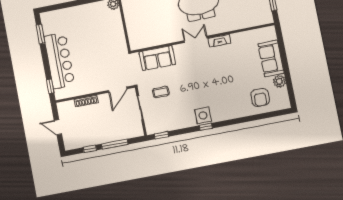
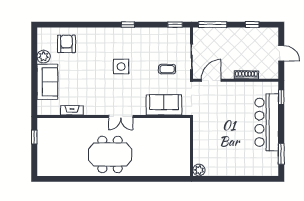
fireplace: (220, 41) -> (72, 110), moved
side table: (203, 115) -> (121, 67), moved
window: (115, 144) -> (213, 25), moved

